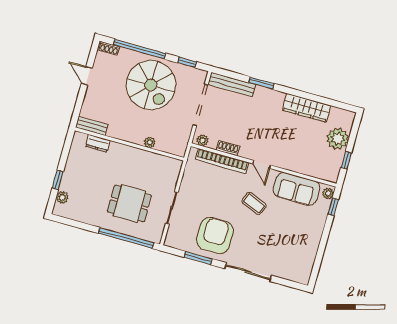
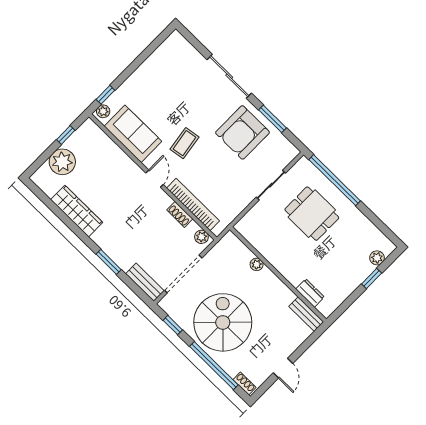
bench: (232, 85) -> (145, 282), width x0.73
coffee table: (254, 203) -> (185, 143), turned 59

